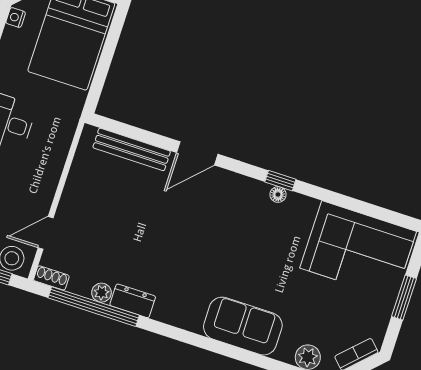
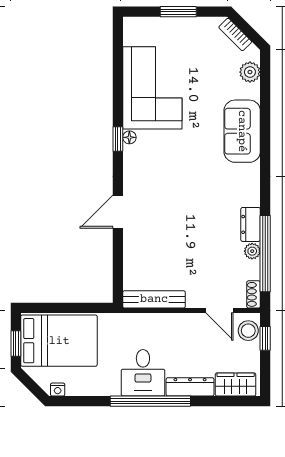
bench: (132, 149) -> (154, 299), moved, turned 90
door: (197, 153) -> (118, 212), swing flipped
corner sofa: (358, 250) -> (152, 88), moved

